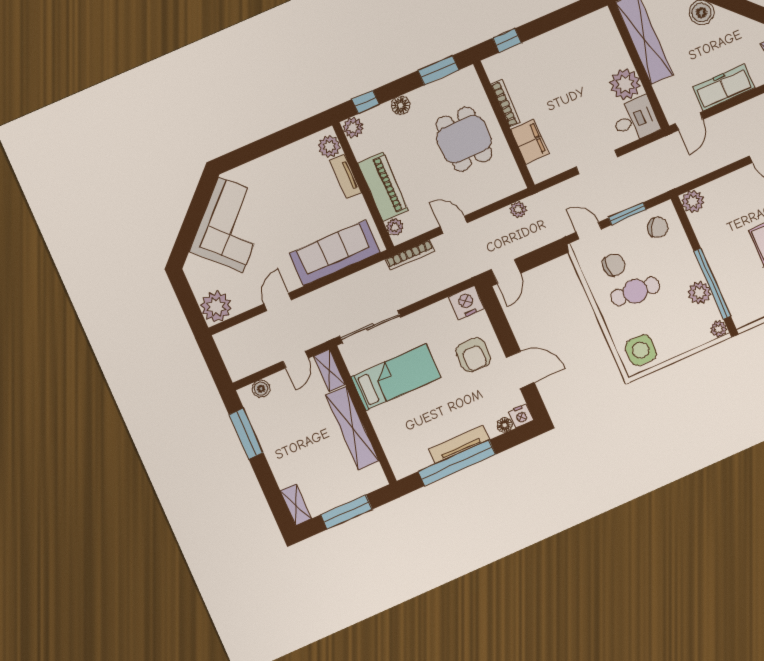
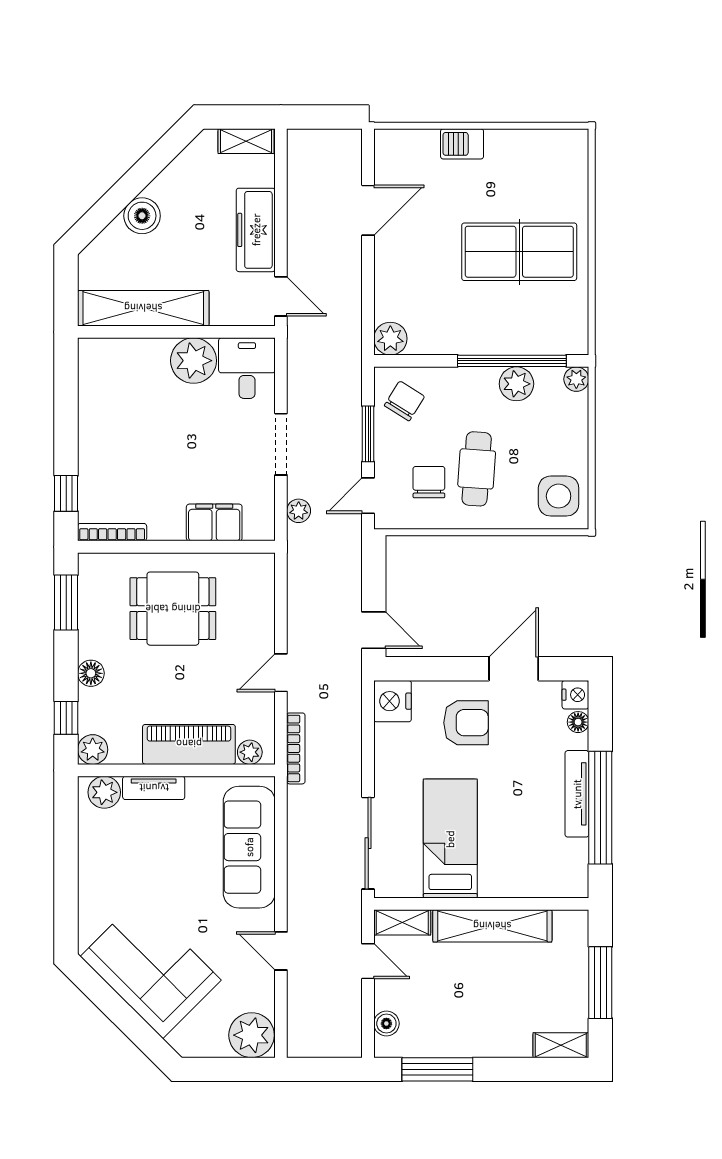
bookcase: (506, 104) -> (112, 532), moved
plant: (518, 210) -> (299, 511), moved

